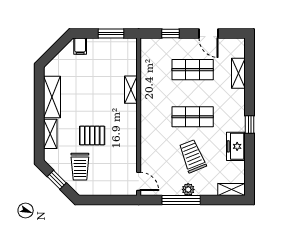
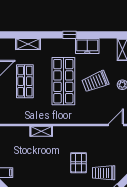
shop shelf: (193, 117) -> (63, 81), width x1.43, depth x1.36
trolley: (80, 167) -> (104, 173), turned 180

